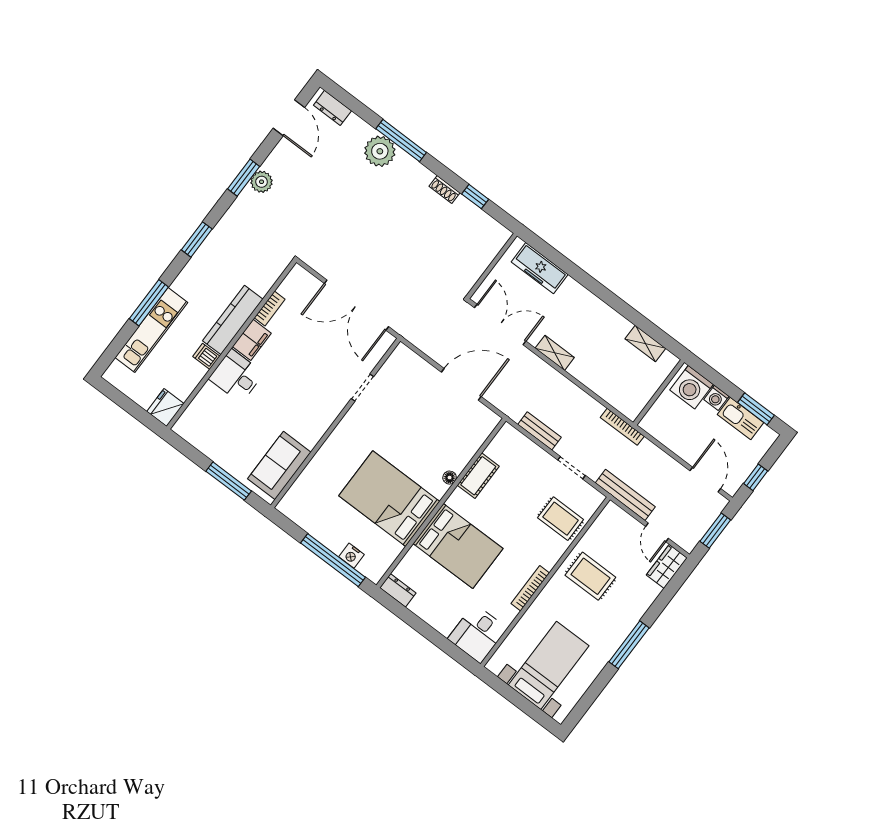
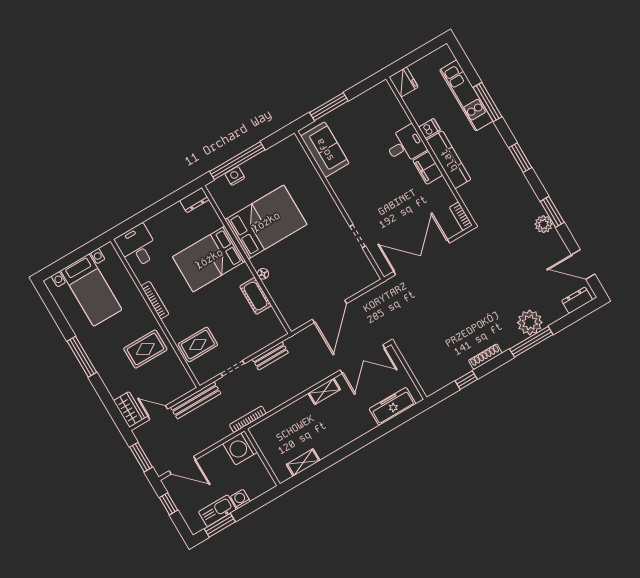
shoe rack: (445, 189) -> (485, 357), width x1.43
bookcase: (270, 308) -> (461, 216), moved
washing machine: (691, 387) -> (240, 448), moved, turned -90

